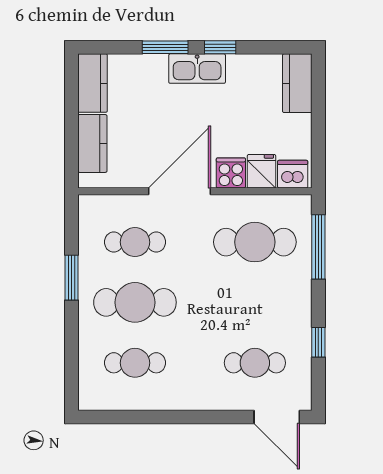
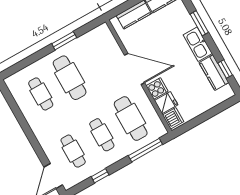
window: (220, 47) -> (225, 69), moved
kitchen counter: (297, 83) -> (214, 73), moved, turned -90
cafe table: (135, 242) -> (102, 135), moved

